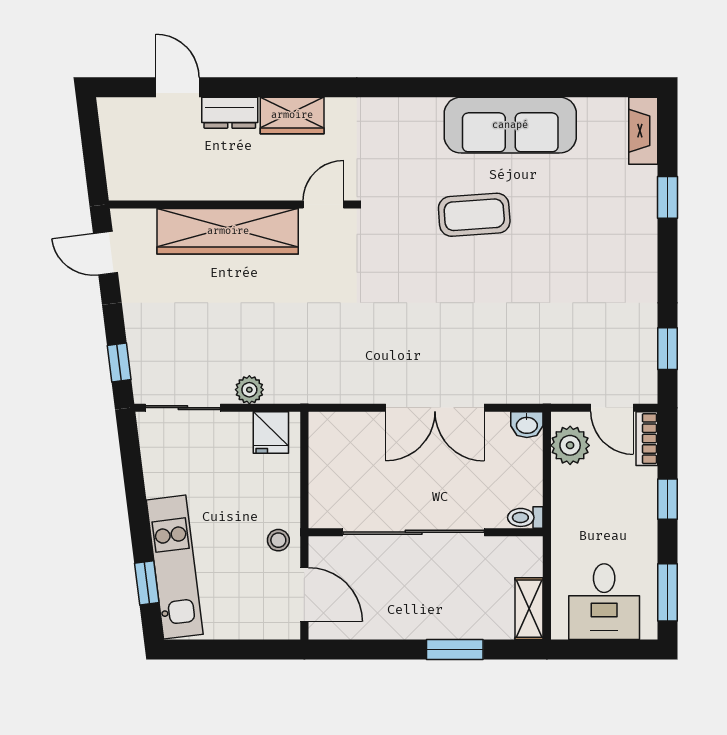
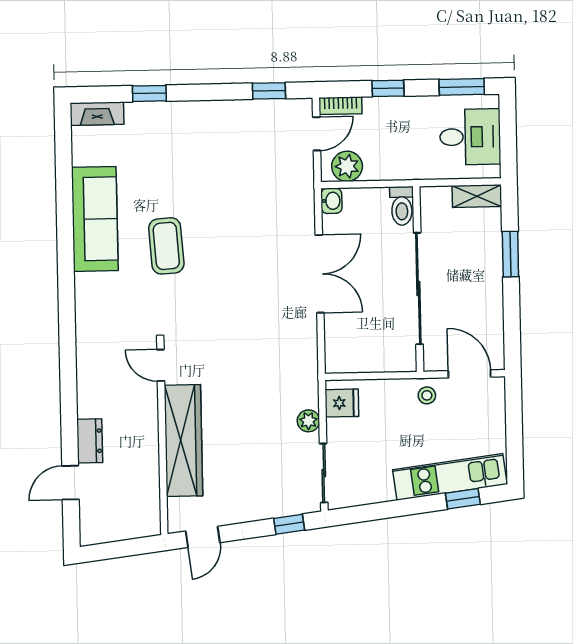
wardrobe: (292, 115) -> (91, 392), removed
toilet: (525, 517) -> (402, 206), width x1.37, depth x1.39
door: (304, 595) -> (469, 374), hinge flipped

